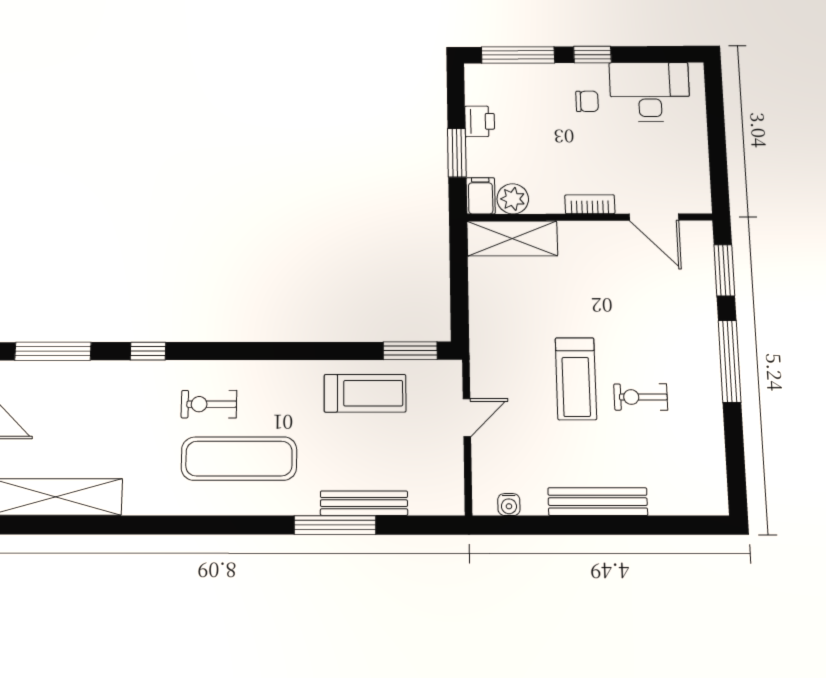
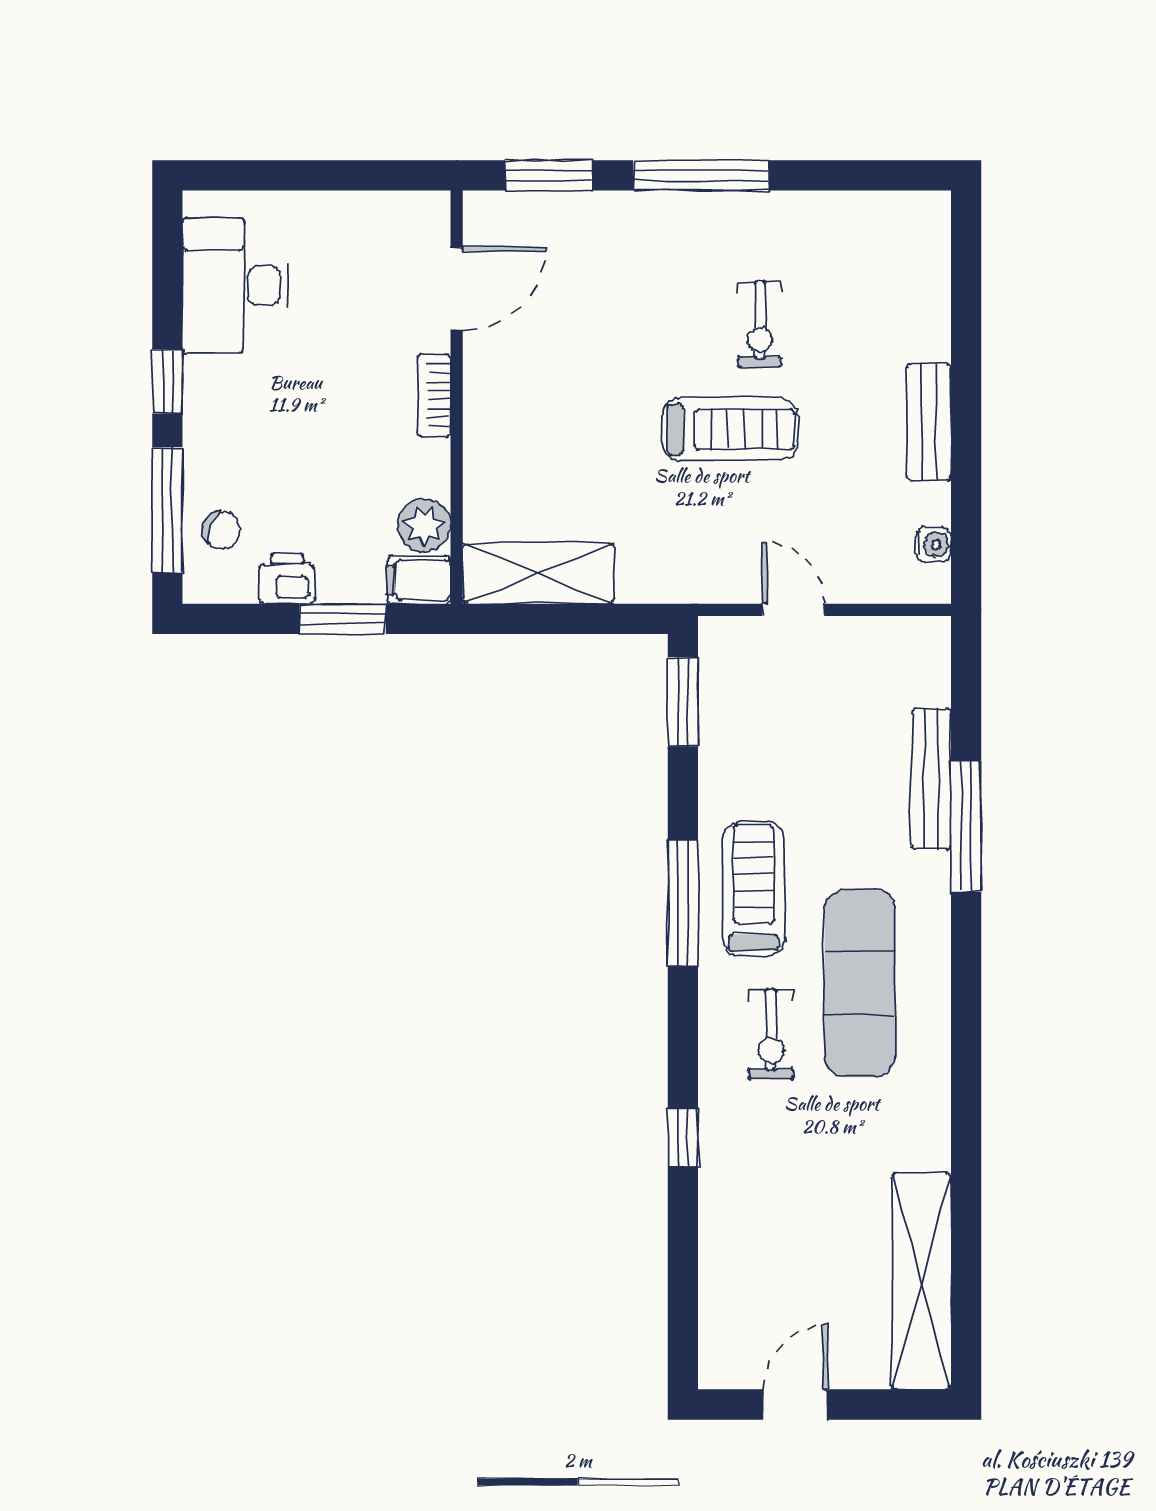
chair: (587, 101) -> (222, 530), moved, turned 113
shelving: (512, 238) -> (538, 574), moved, turned 90
window: (53, 351) -> (683, 903), moved
treadmill: (365, 393) -> (754, 889), moved
bench: (598, 502) -> (929, 422), width x0.73

